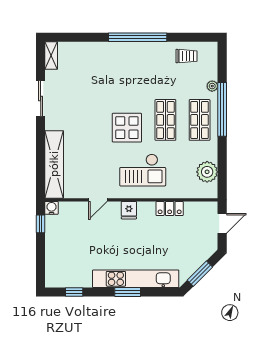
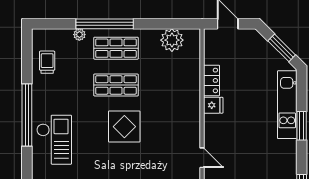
checkout: (143, 170) -> (54, 140), moved
fridge: (129, 210) -> (213, 105), moved
kitchen unit: (136, 279) -> (287, 105), width x0.73

